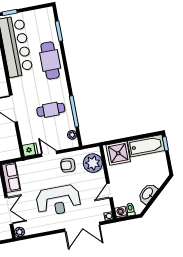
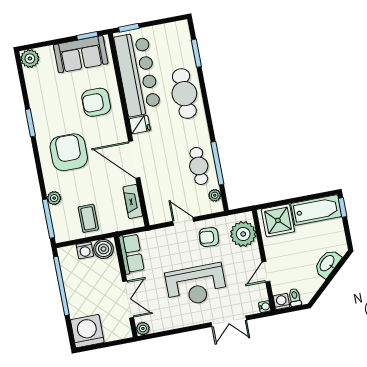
cafe table: (51, 110) -> (199, 166), moved, turned 90
fireplace: (12, 139) -> (133, 201), added
fridge: (30, 150) -> (140, 125), moved
washbasin: (148, 194) -> (327, 263), moved
double door: (82, 227) -> (229, 321), width x0.73

